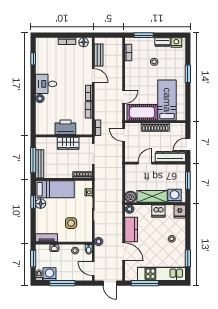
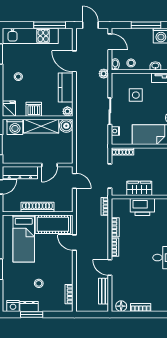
window: (144, 35) -> (32, 314), moved
door: (124, 97) -> (74, 243), hinge flipped
door: (124, 135) -> (74, 181), moved

